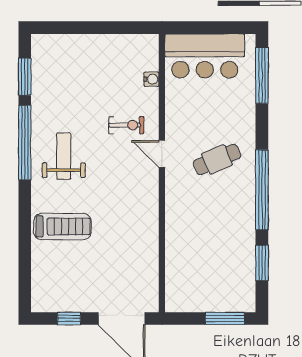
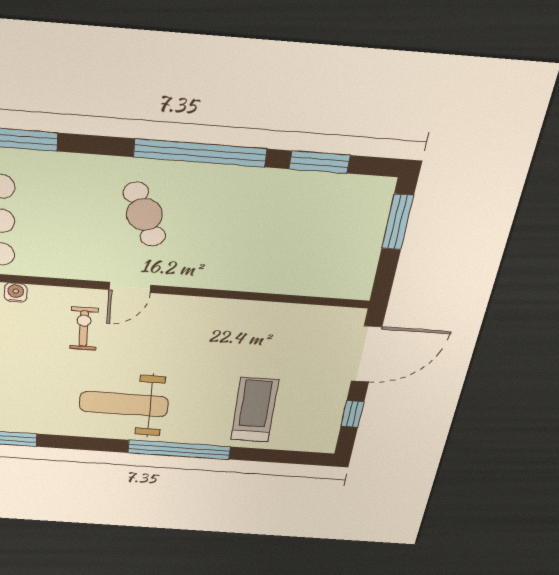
window: (25, 142) -> (179, 450), moved
weight bench: (64, 156) -> (124, 404), width x1.36, depth x1.33
treadmill: (62, 226) -> (254, 410), moved

